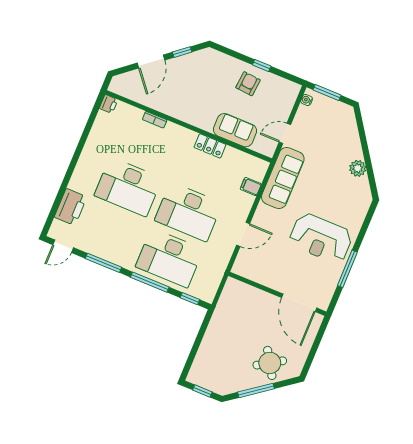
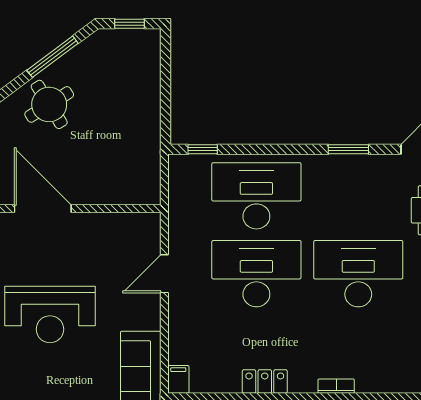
bookcase: (155, 120) -> (336, 386), moved
filing cabinet: (251, 187) -> (178, 379), moved, turned -90
reception desk: (321, 238) -> (50, 314), turned 180
window: (103, 263) -> (348, 149), width x0.69
window: (150, 282) -> (270, 149), removed

